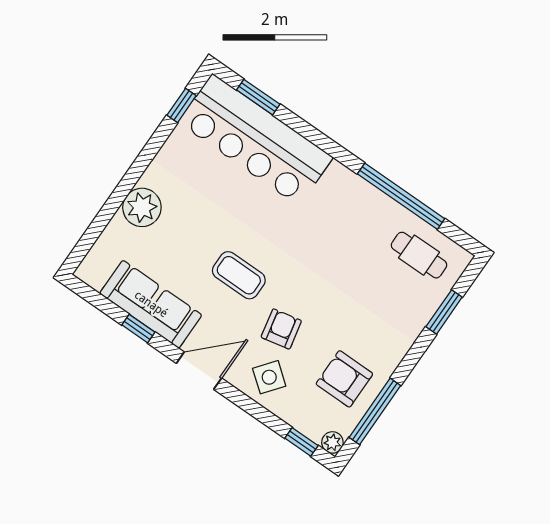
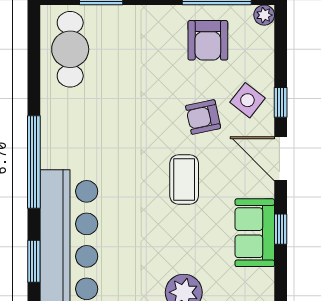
window: (401, 196) -> (34, 162), moved
cafe table: (419, 255) -> (70, 49), width x1.37, depth x1.35
sofa: (151, 304) -> (255, 233), width x0.73
window: (301, 442) -> (281, 102), moved

